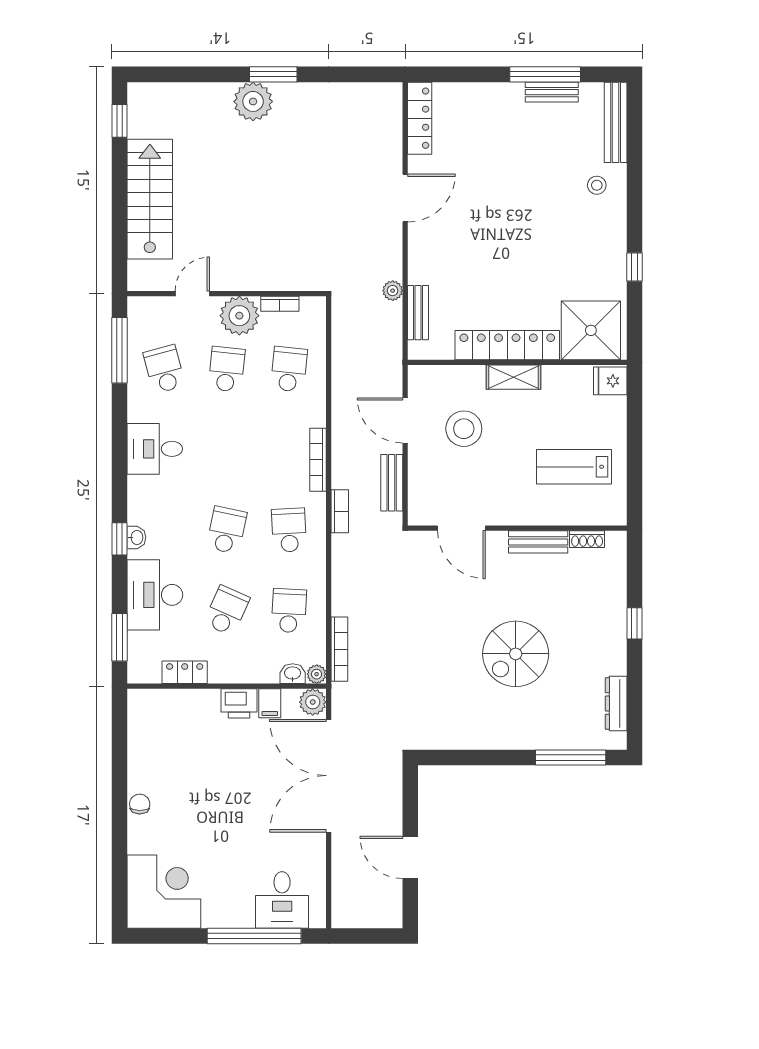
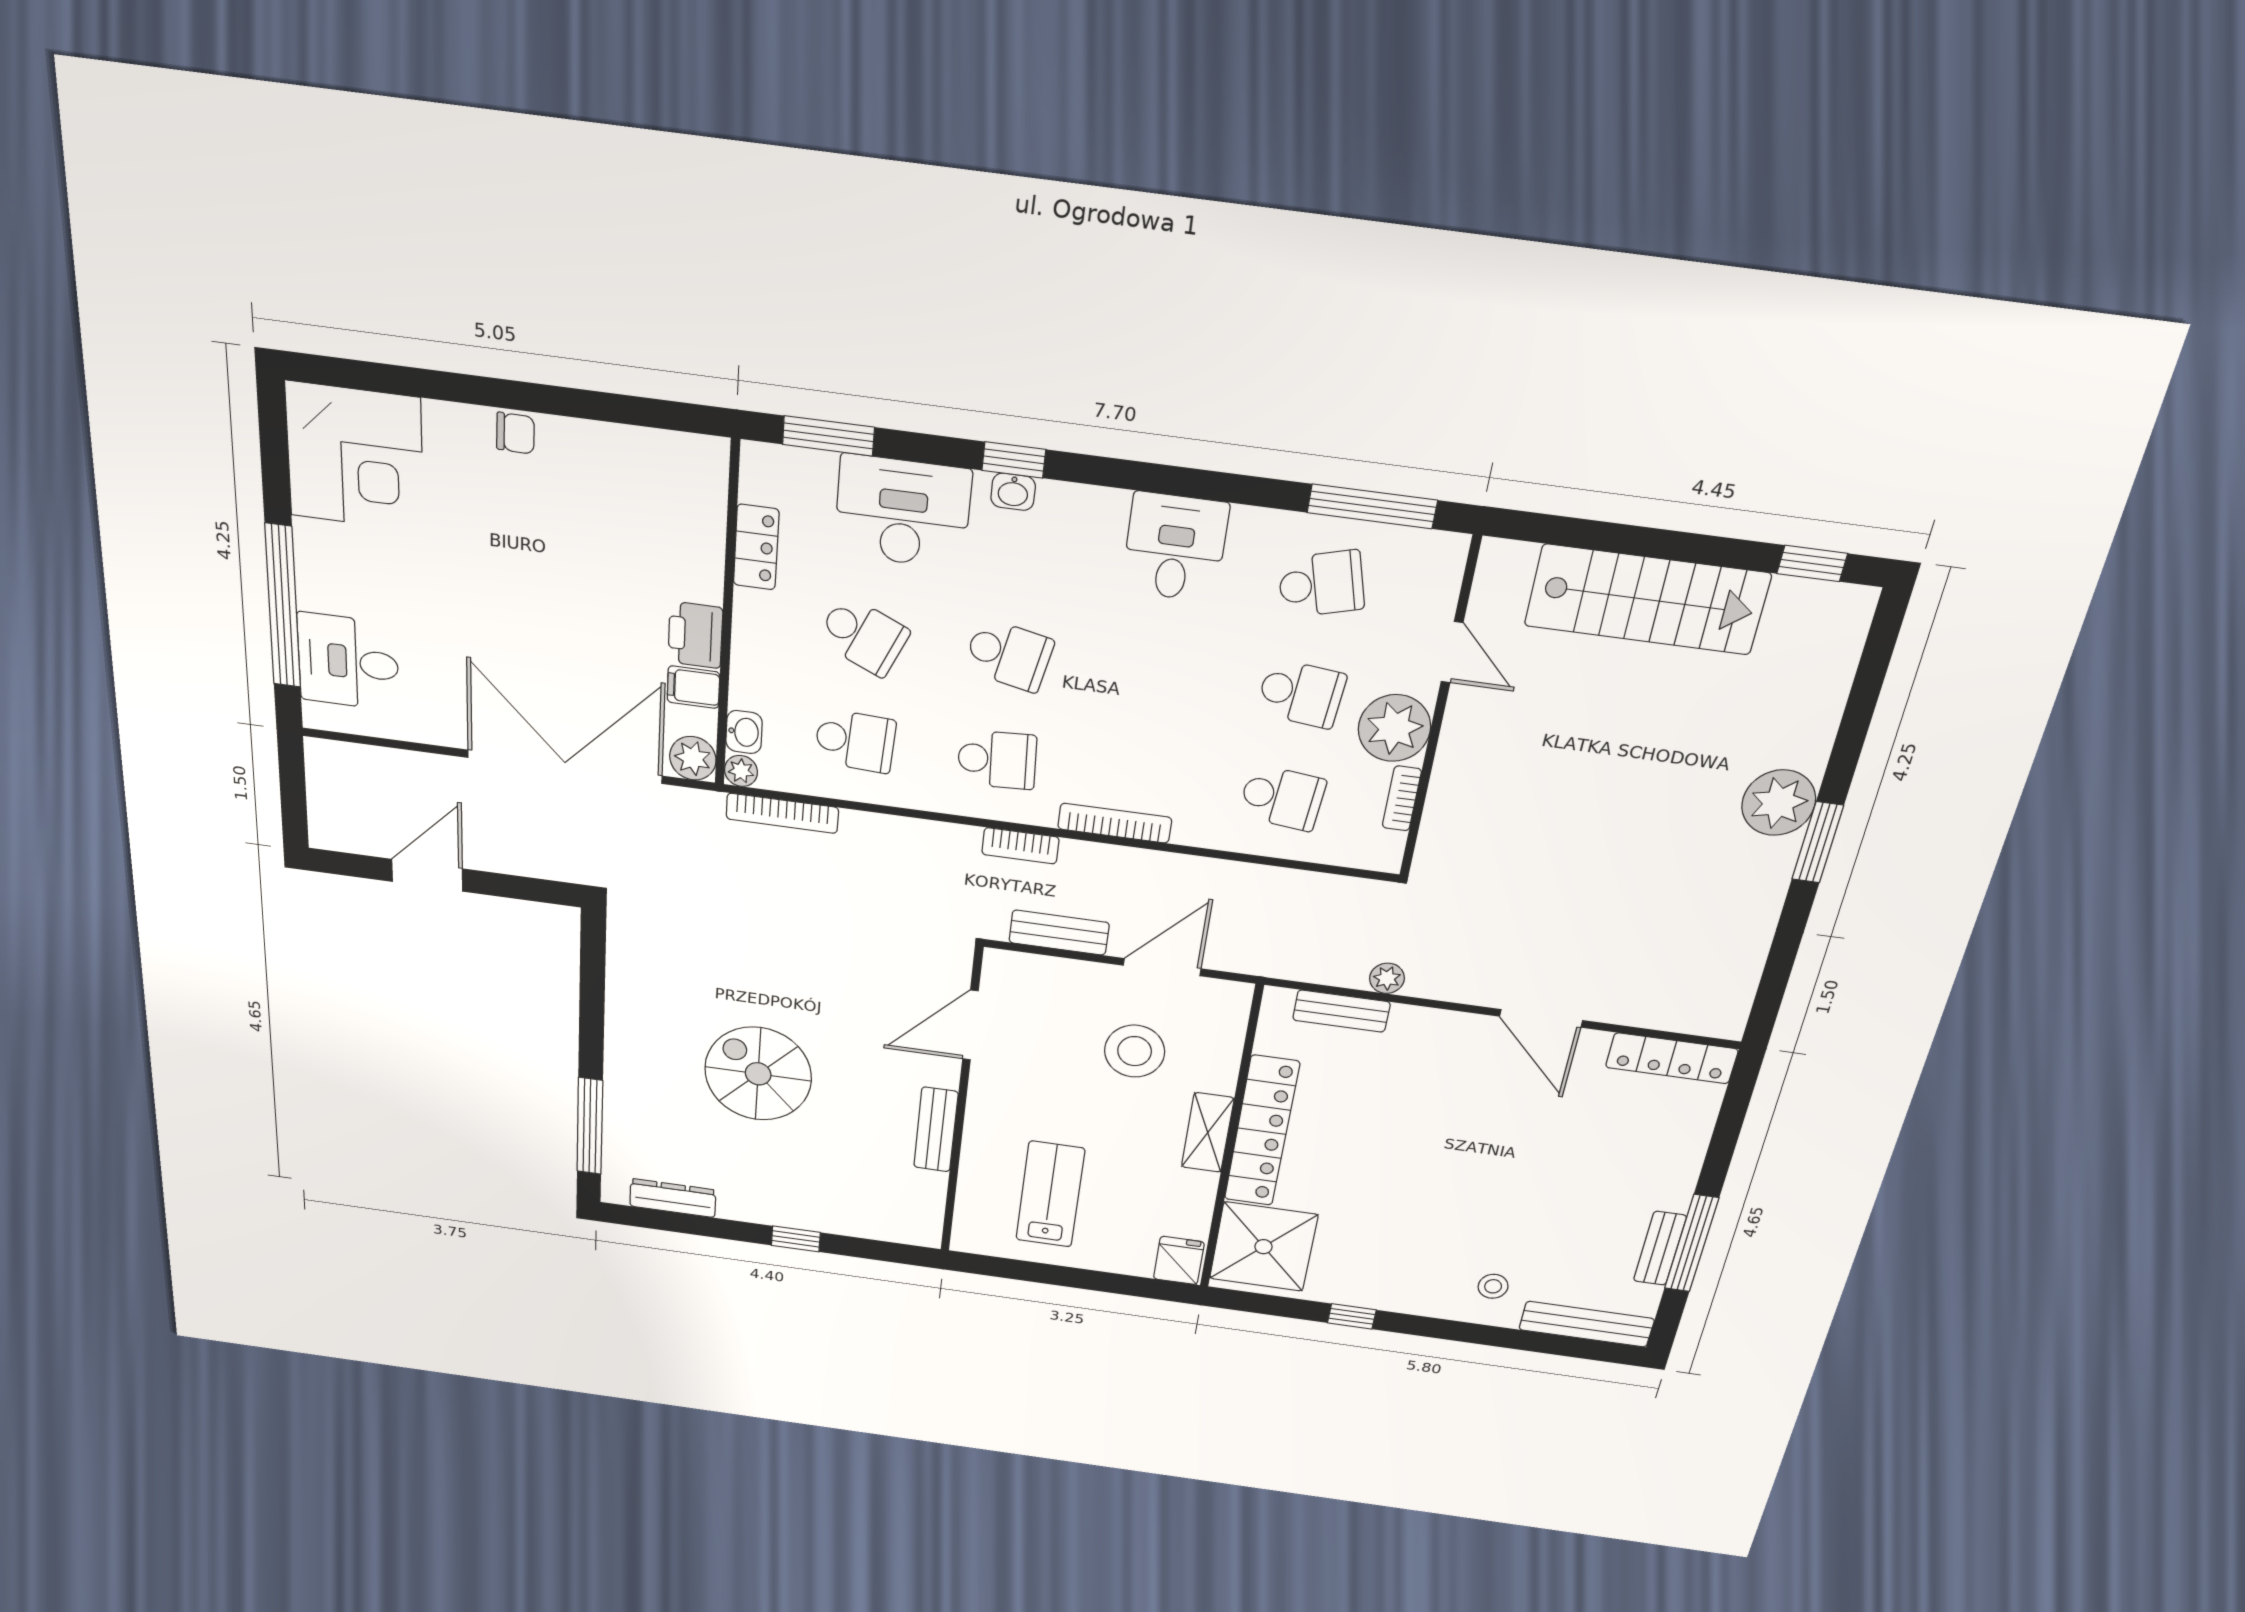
shoe rack: (587, 539) -> (933, 1196), removed

